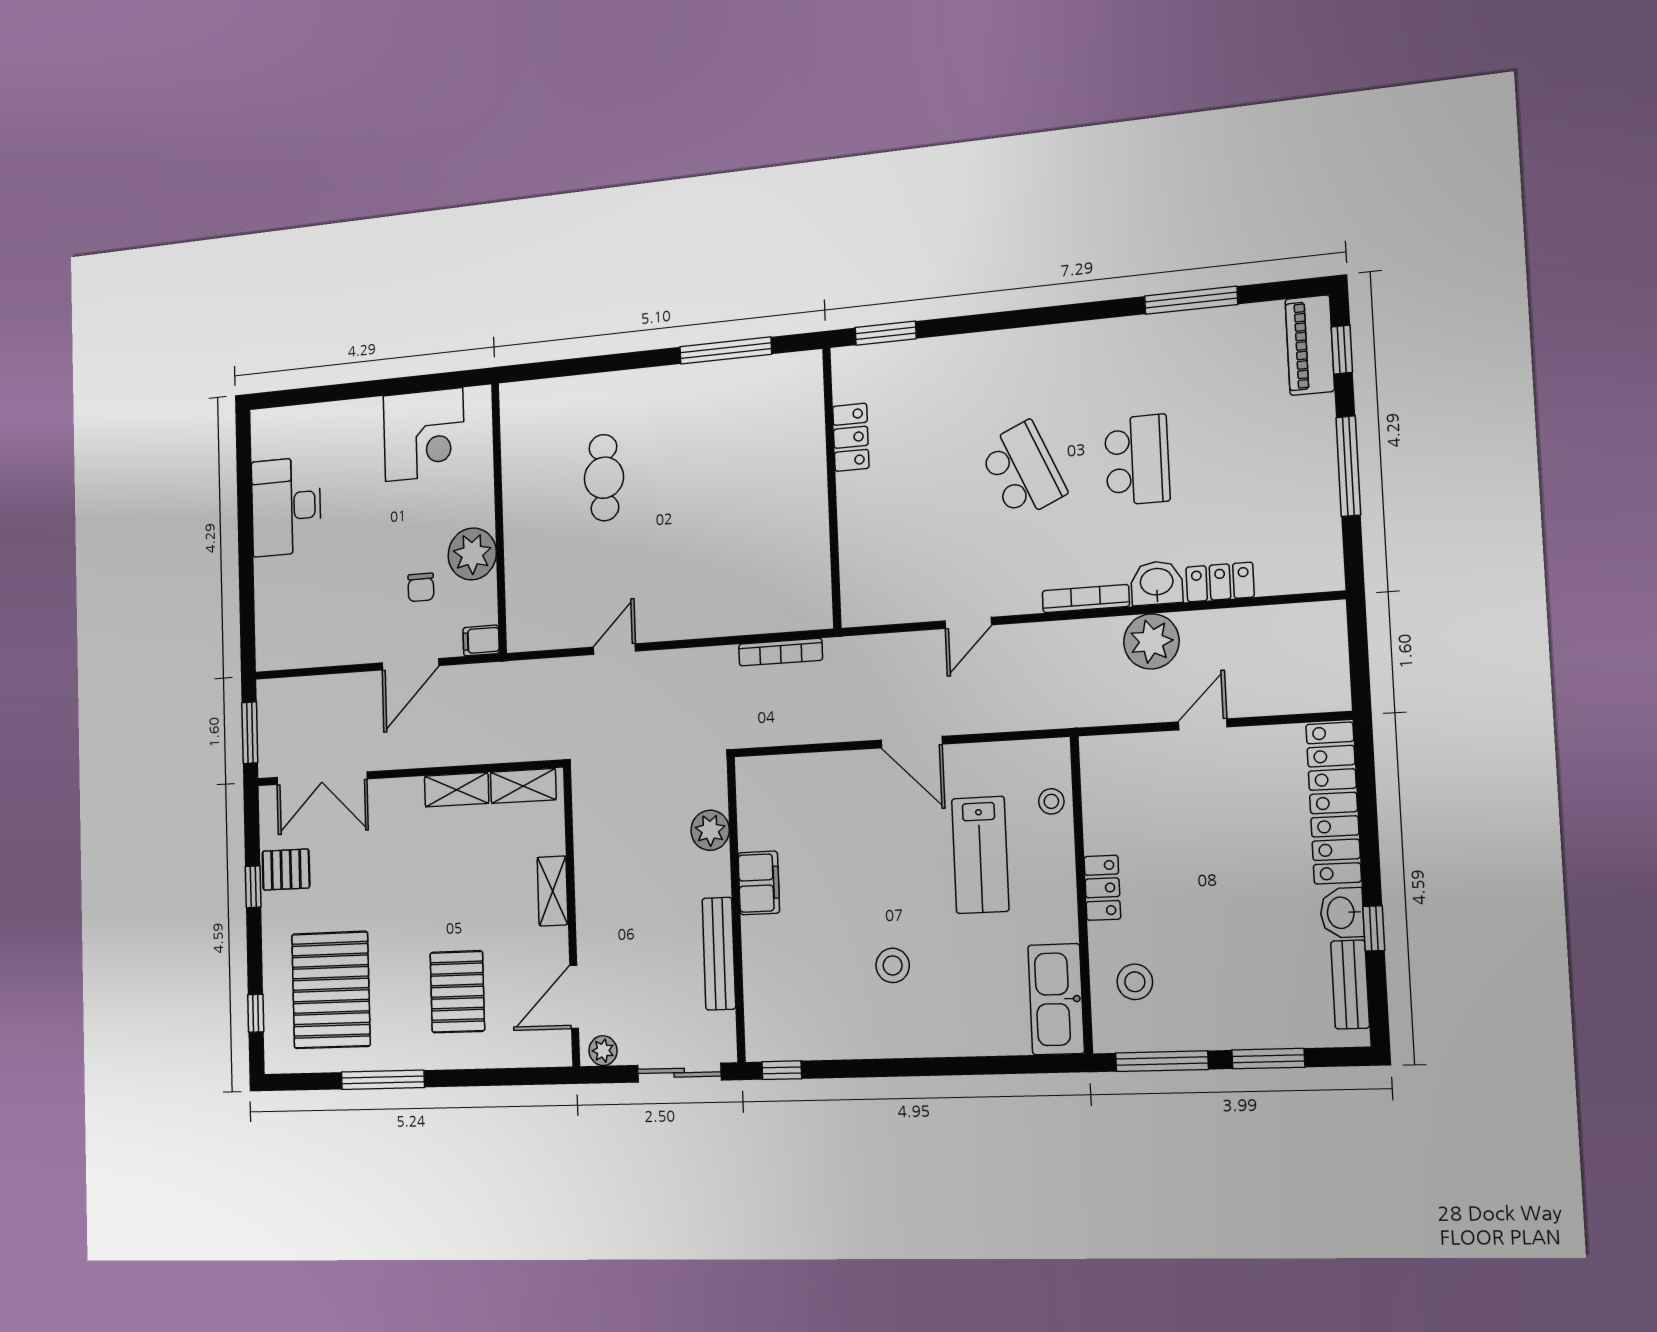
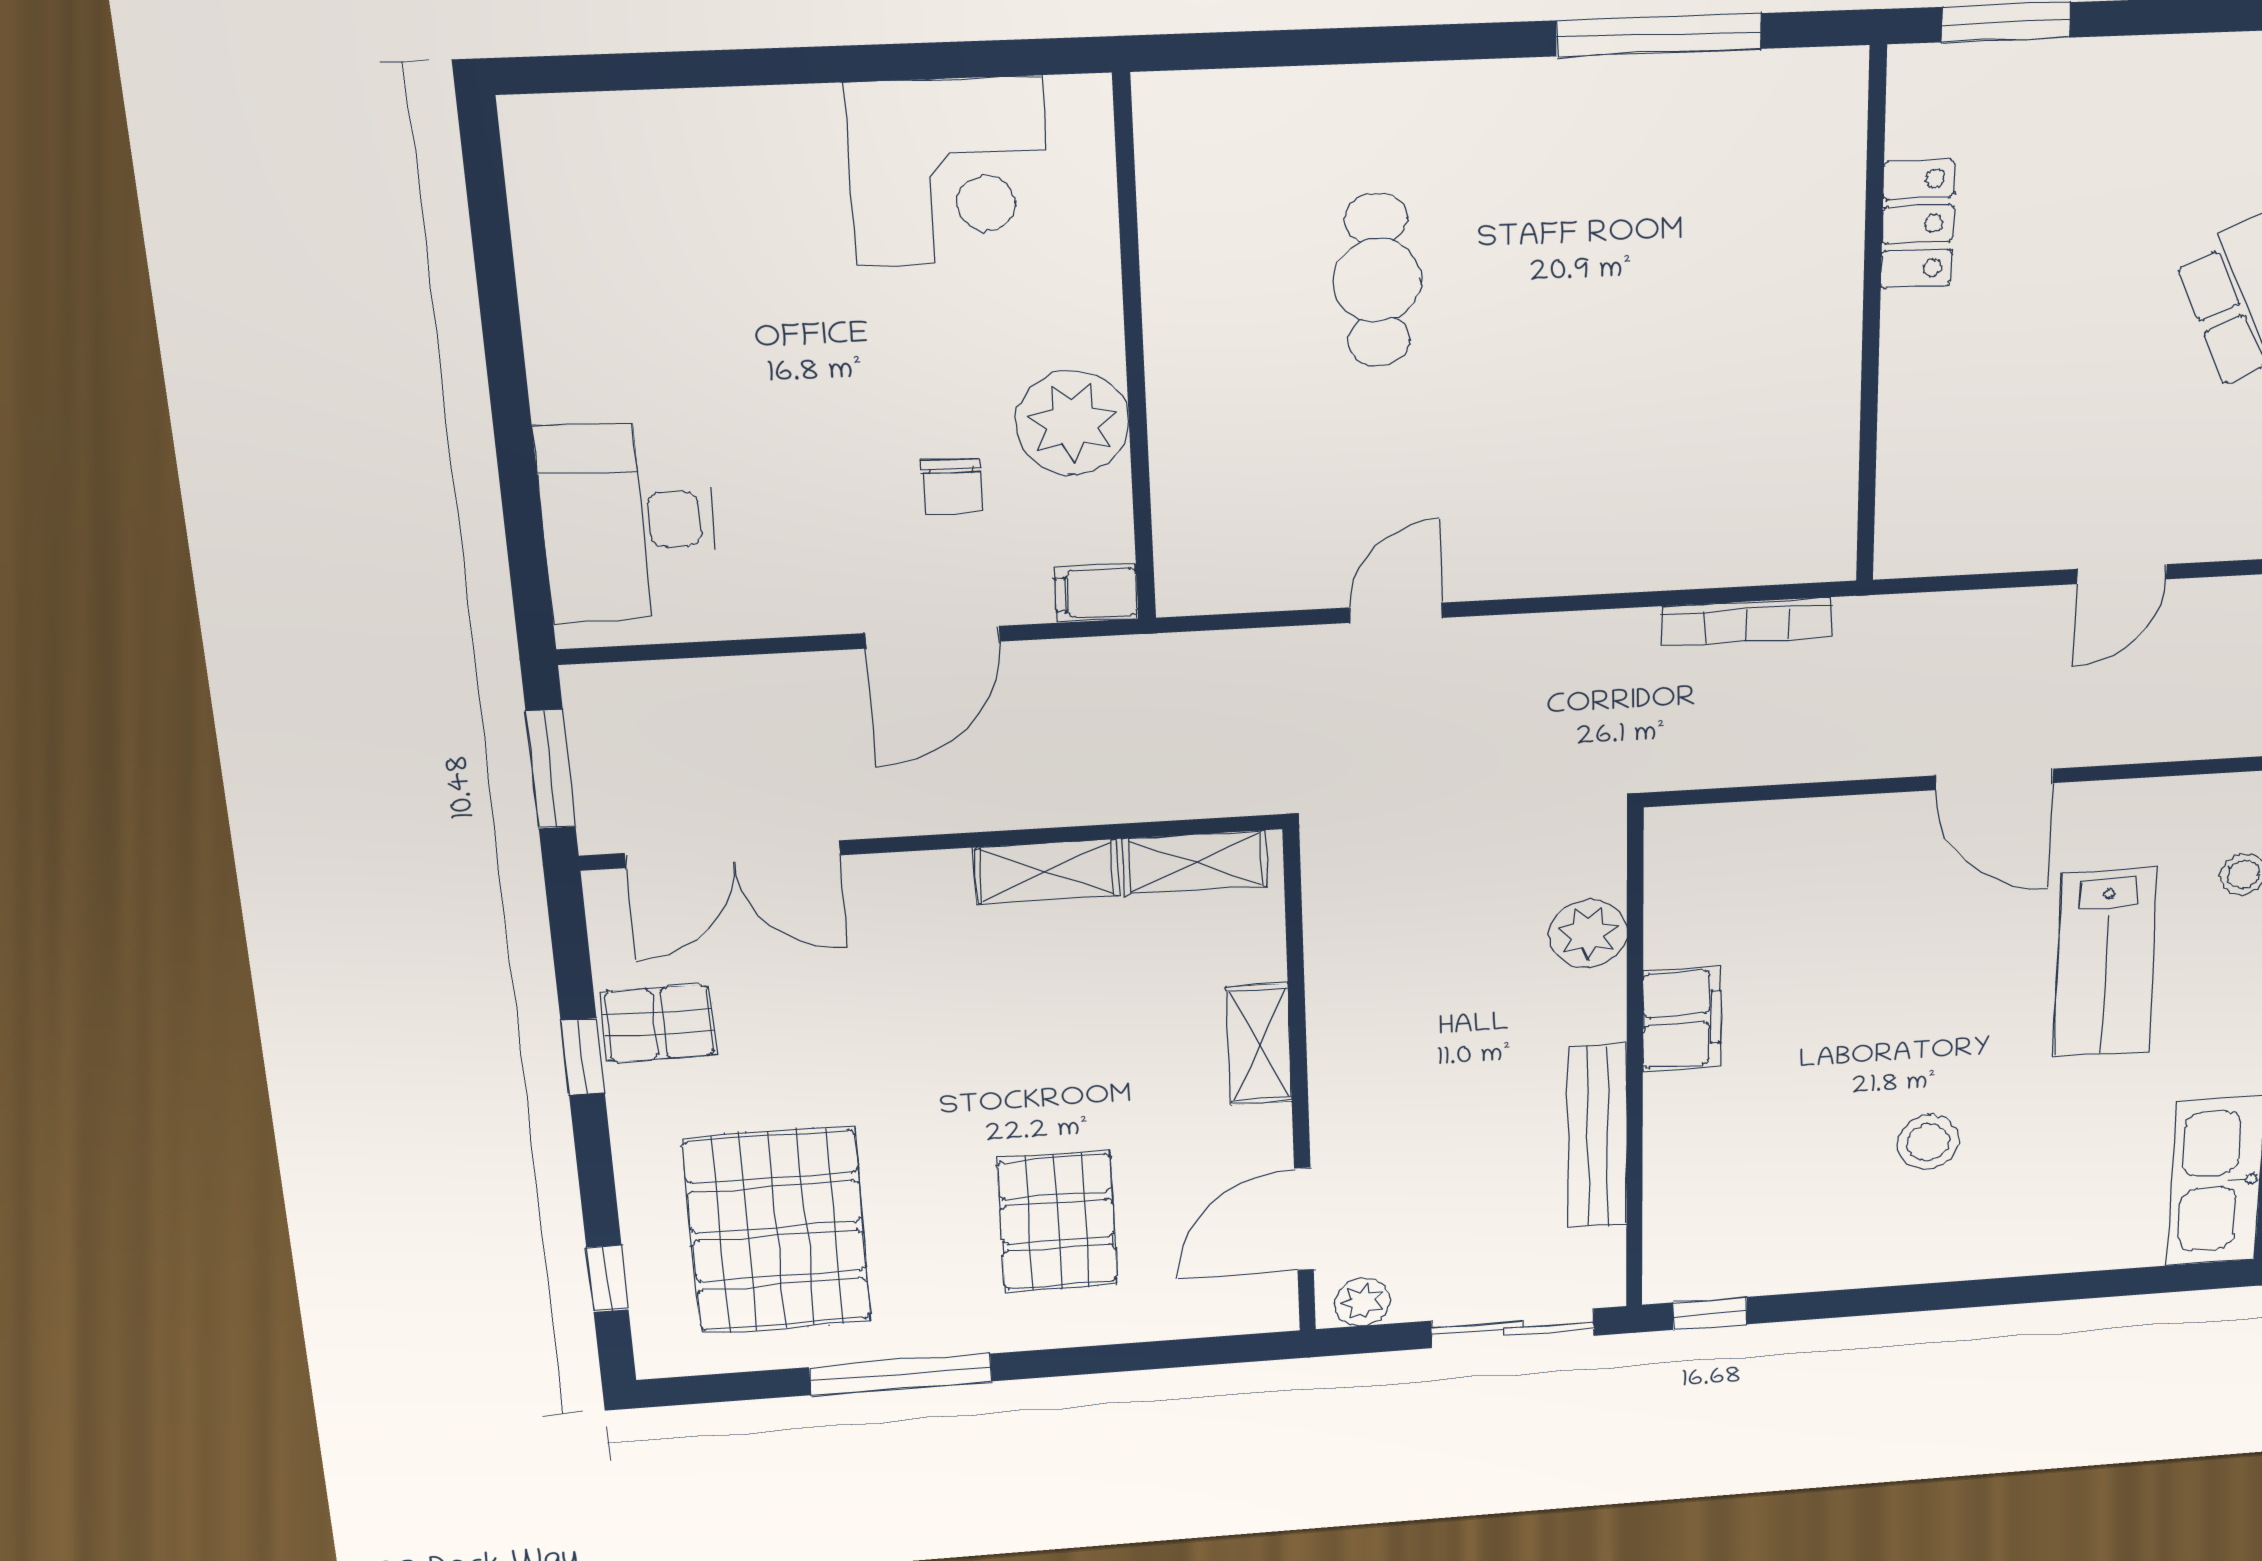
desk: (286, 507) -> (628, 522), moved

